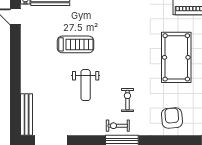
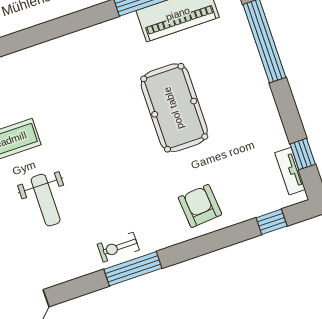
exercise bike: (127, 100) -> (120, 201), removed

